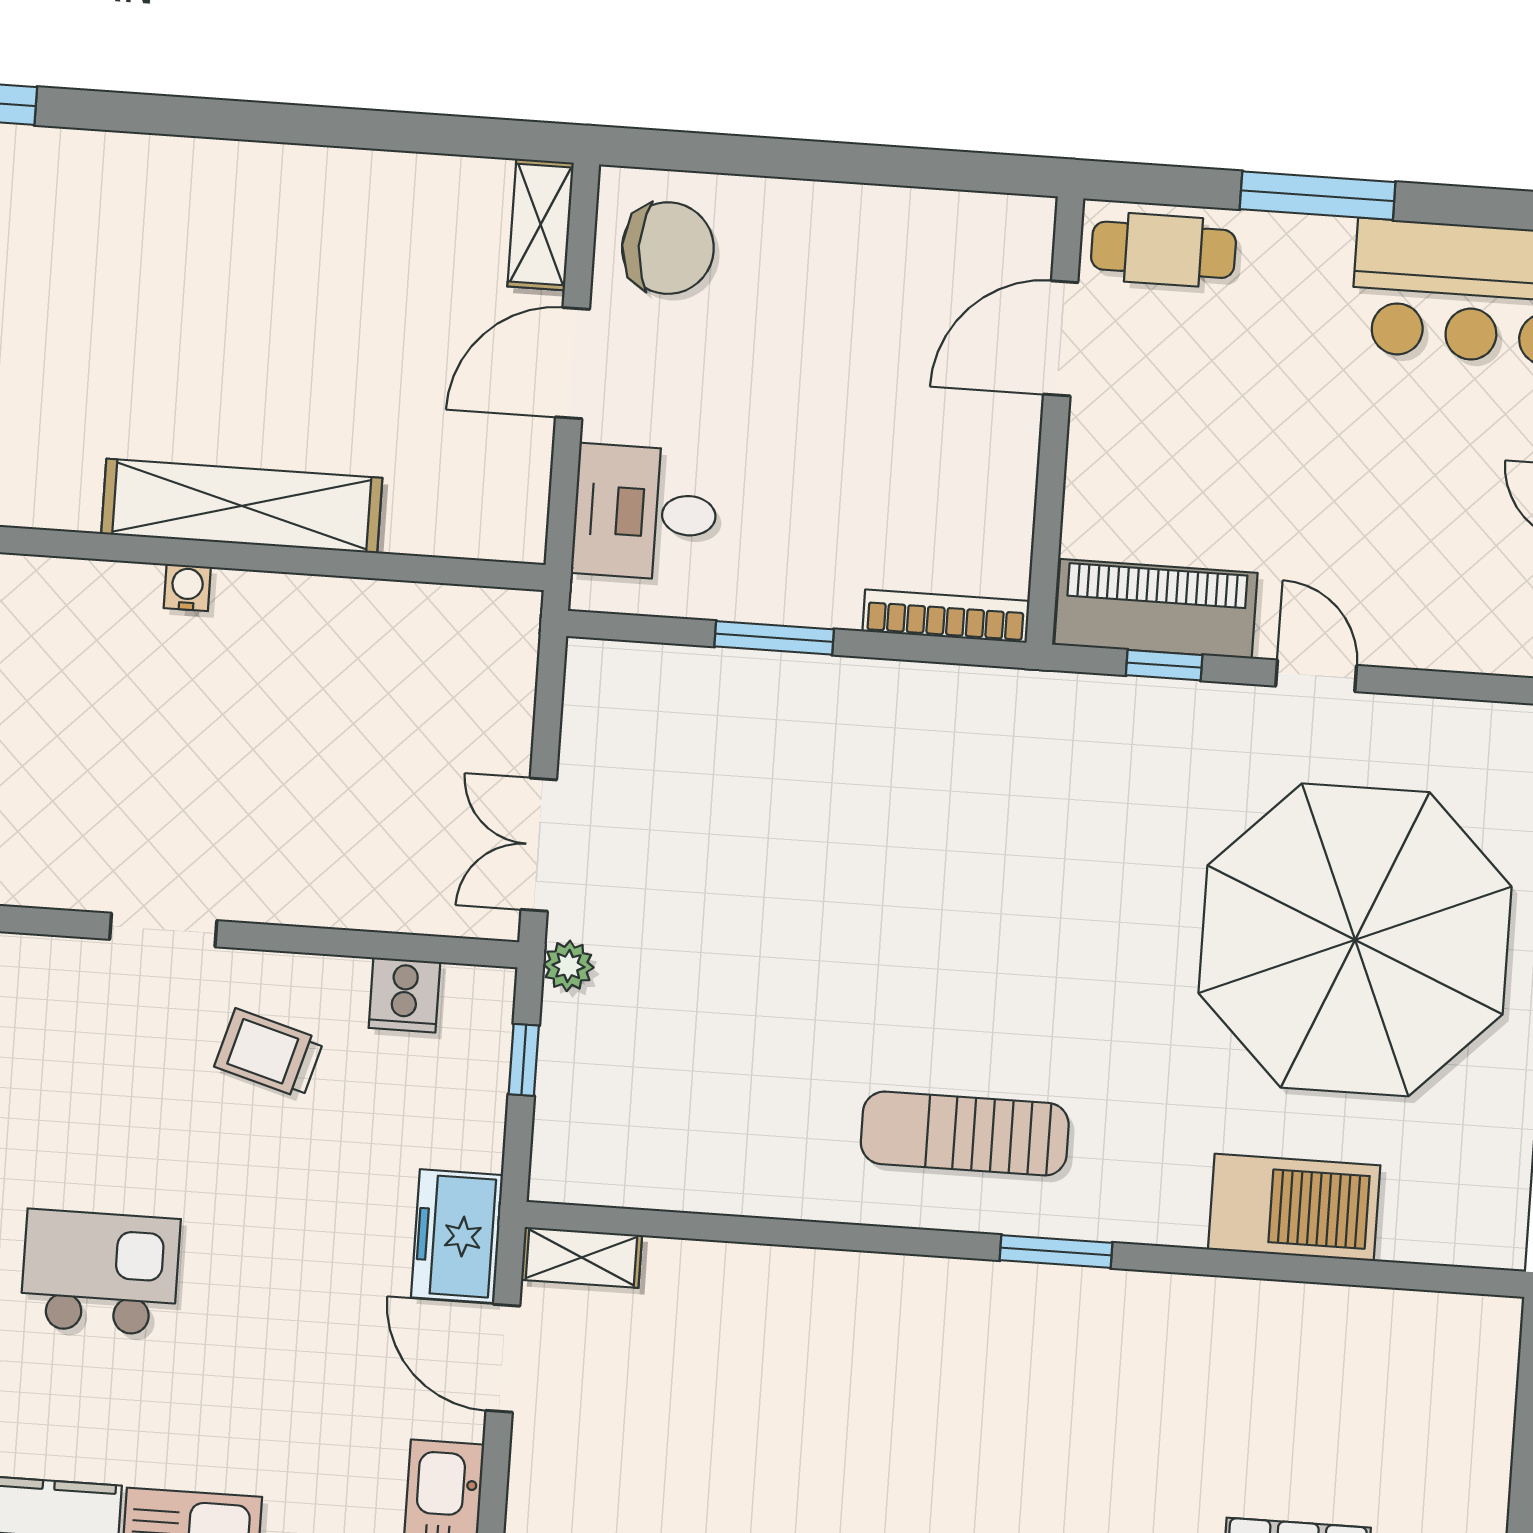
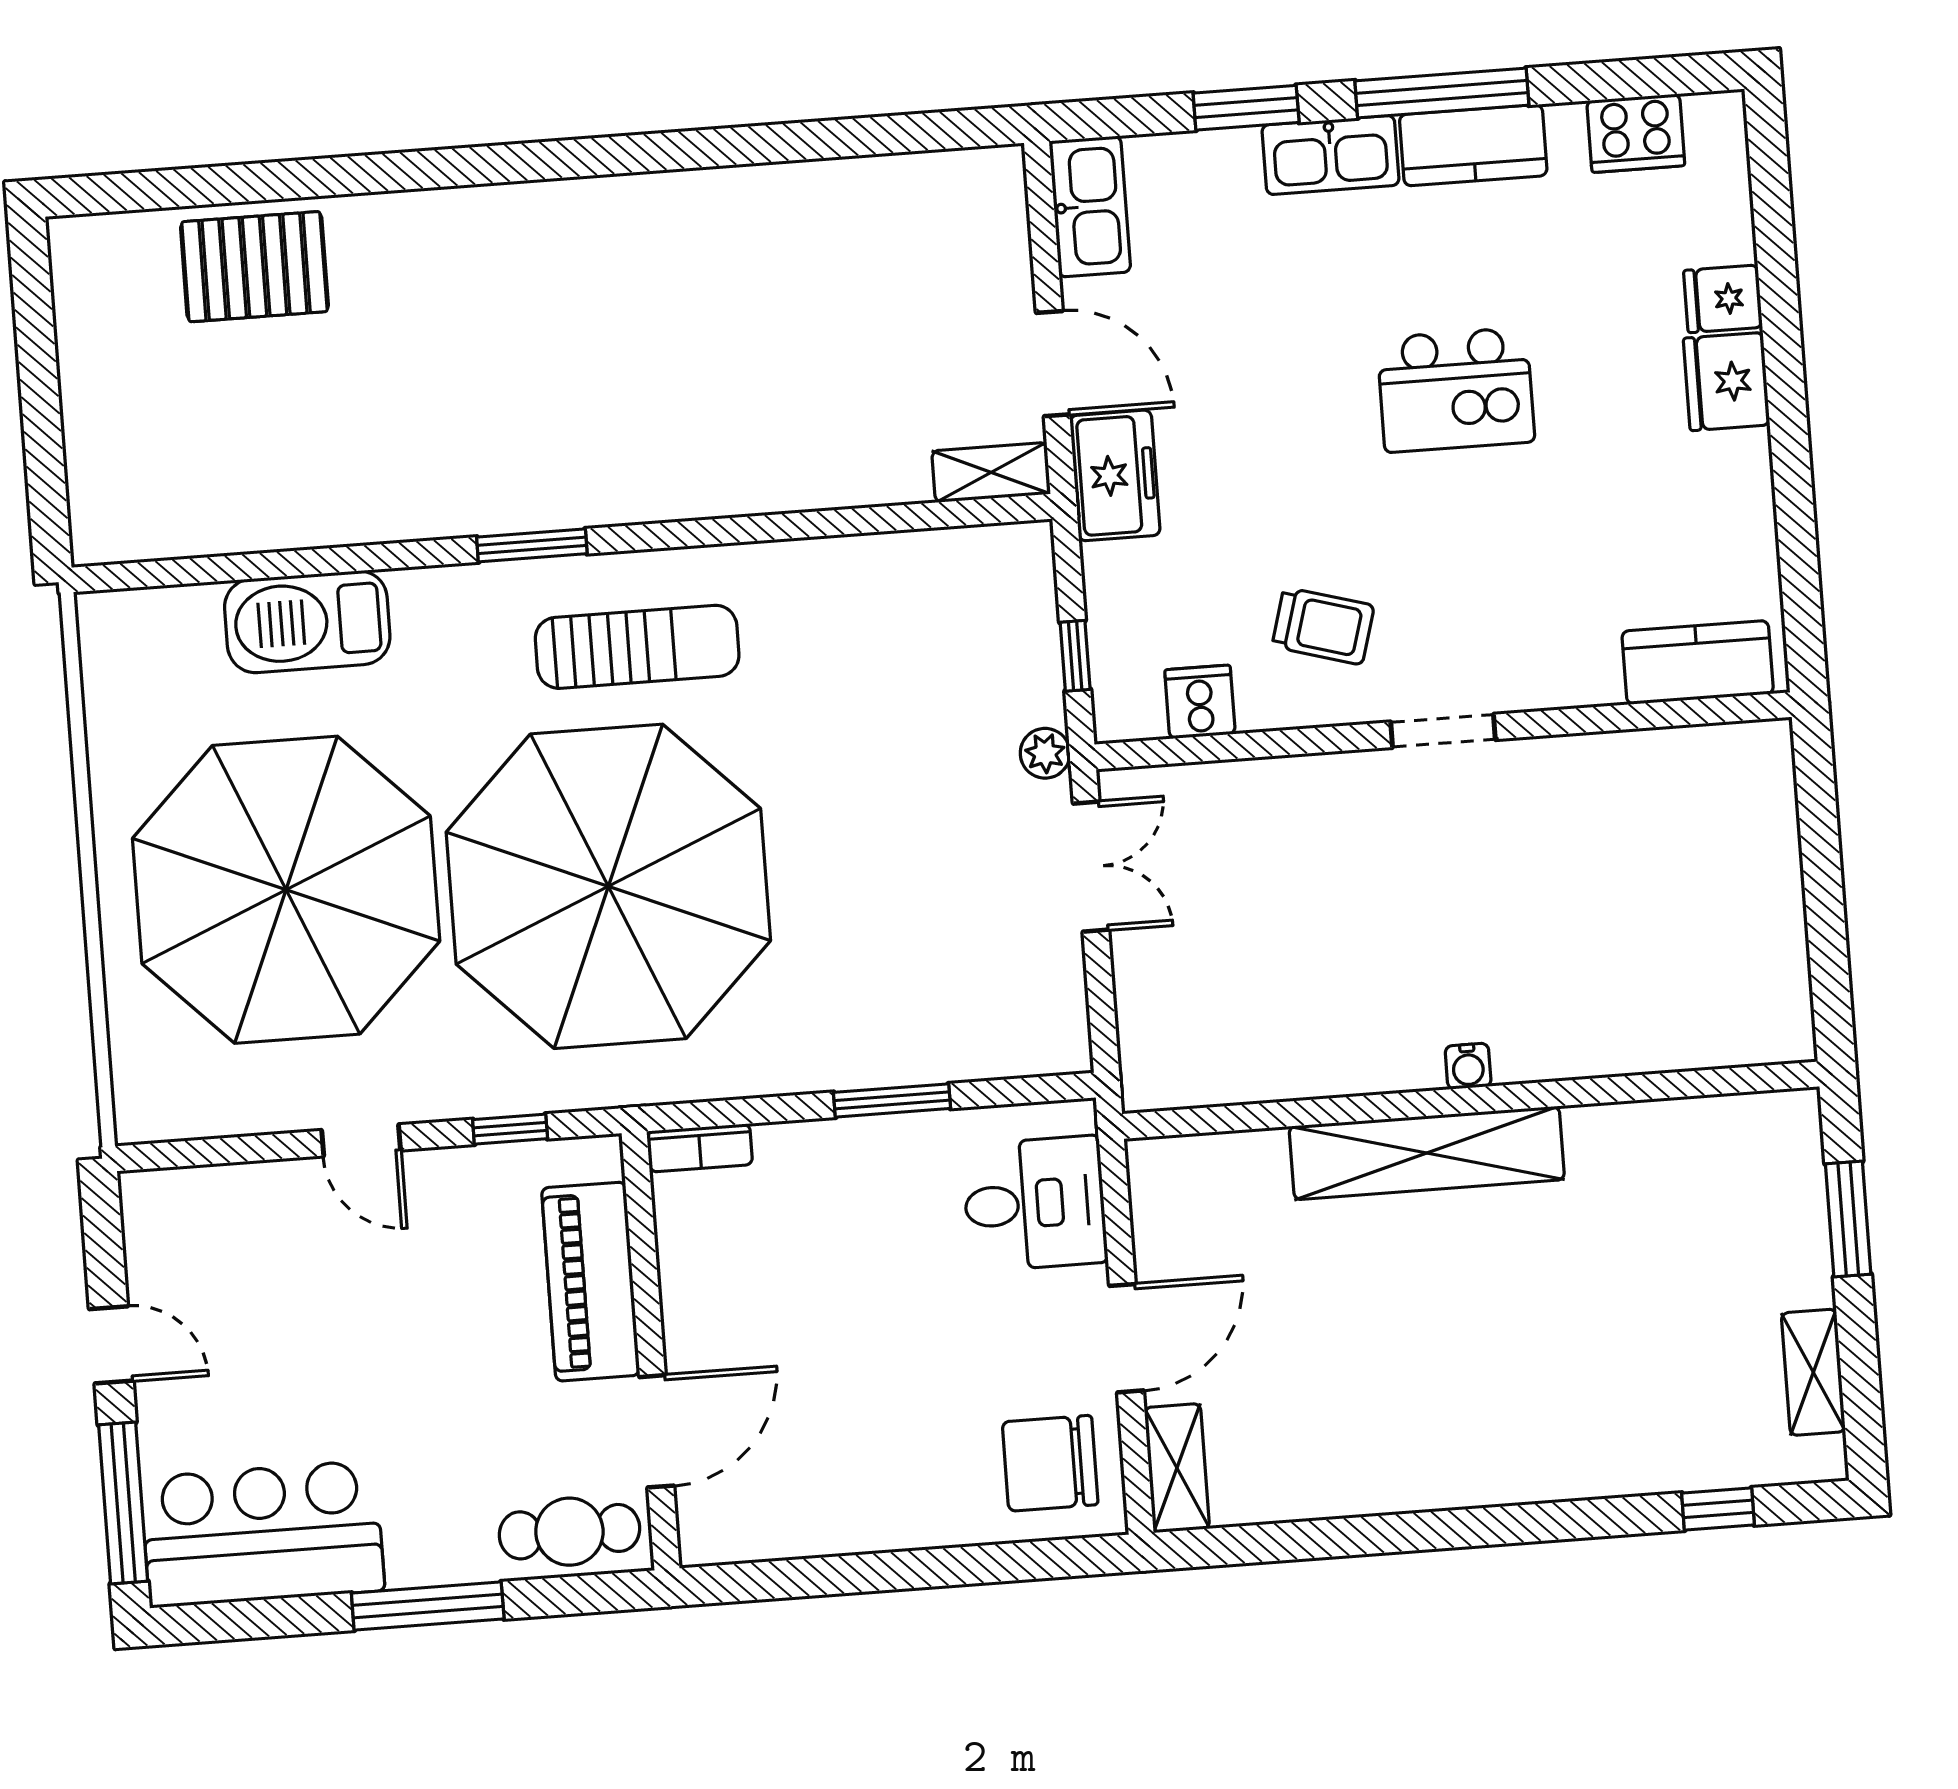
piano: (1156, 609) -> (591, 1282), moved, turned 90
bookcase: (946, 616) -> (700, 1148), width x0.64
parasol: (1029, 896) -> (608, 886), added

